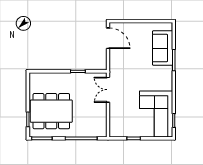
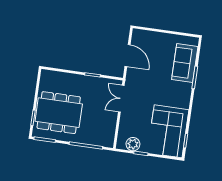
door: (108, 38) -> (127, 56), moved
plant: (125, 131) -> (133, 144), added

